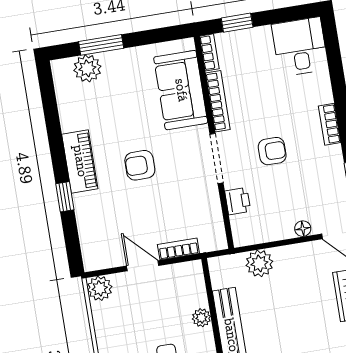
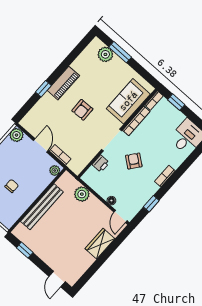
armchair: (272, 151) -> (134, 161), turned -142
armchair: (140, 165) -> (82, 110), turned -92
plant: (201, 318) -> (55, 171), moved

